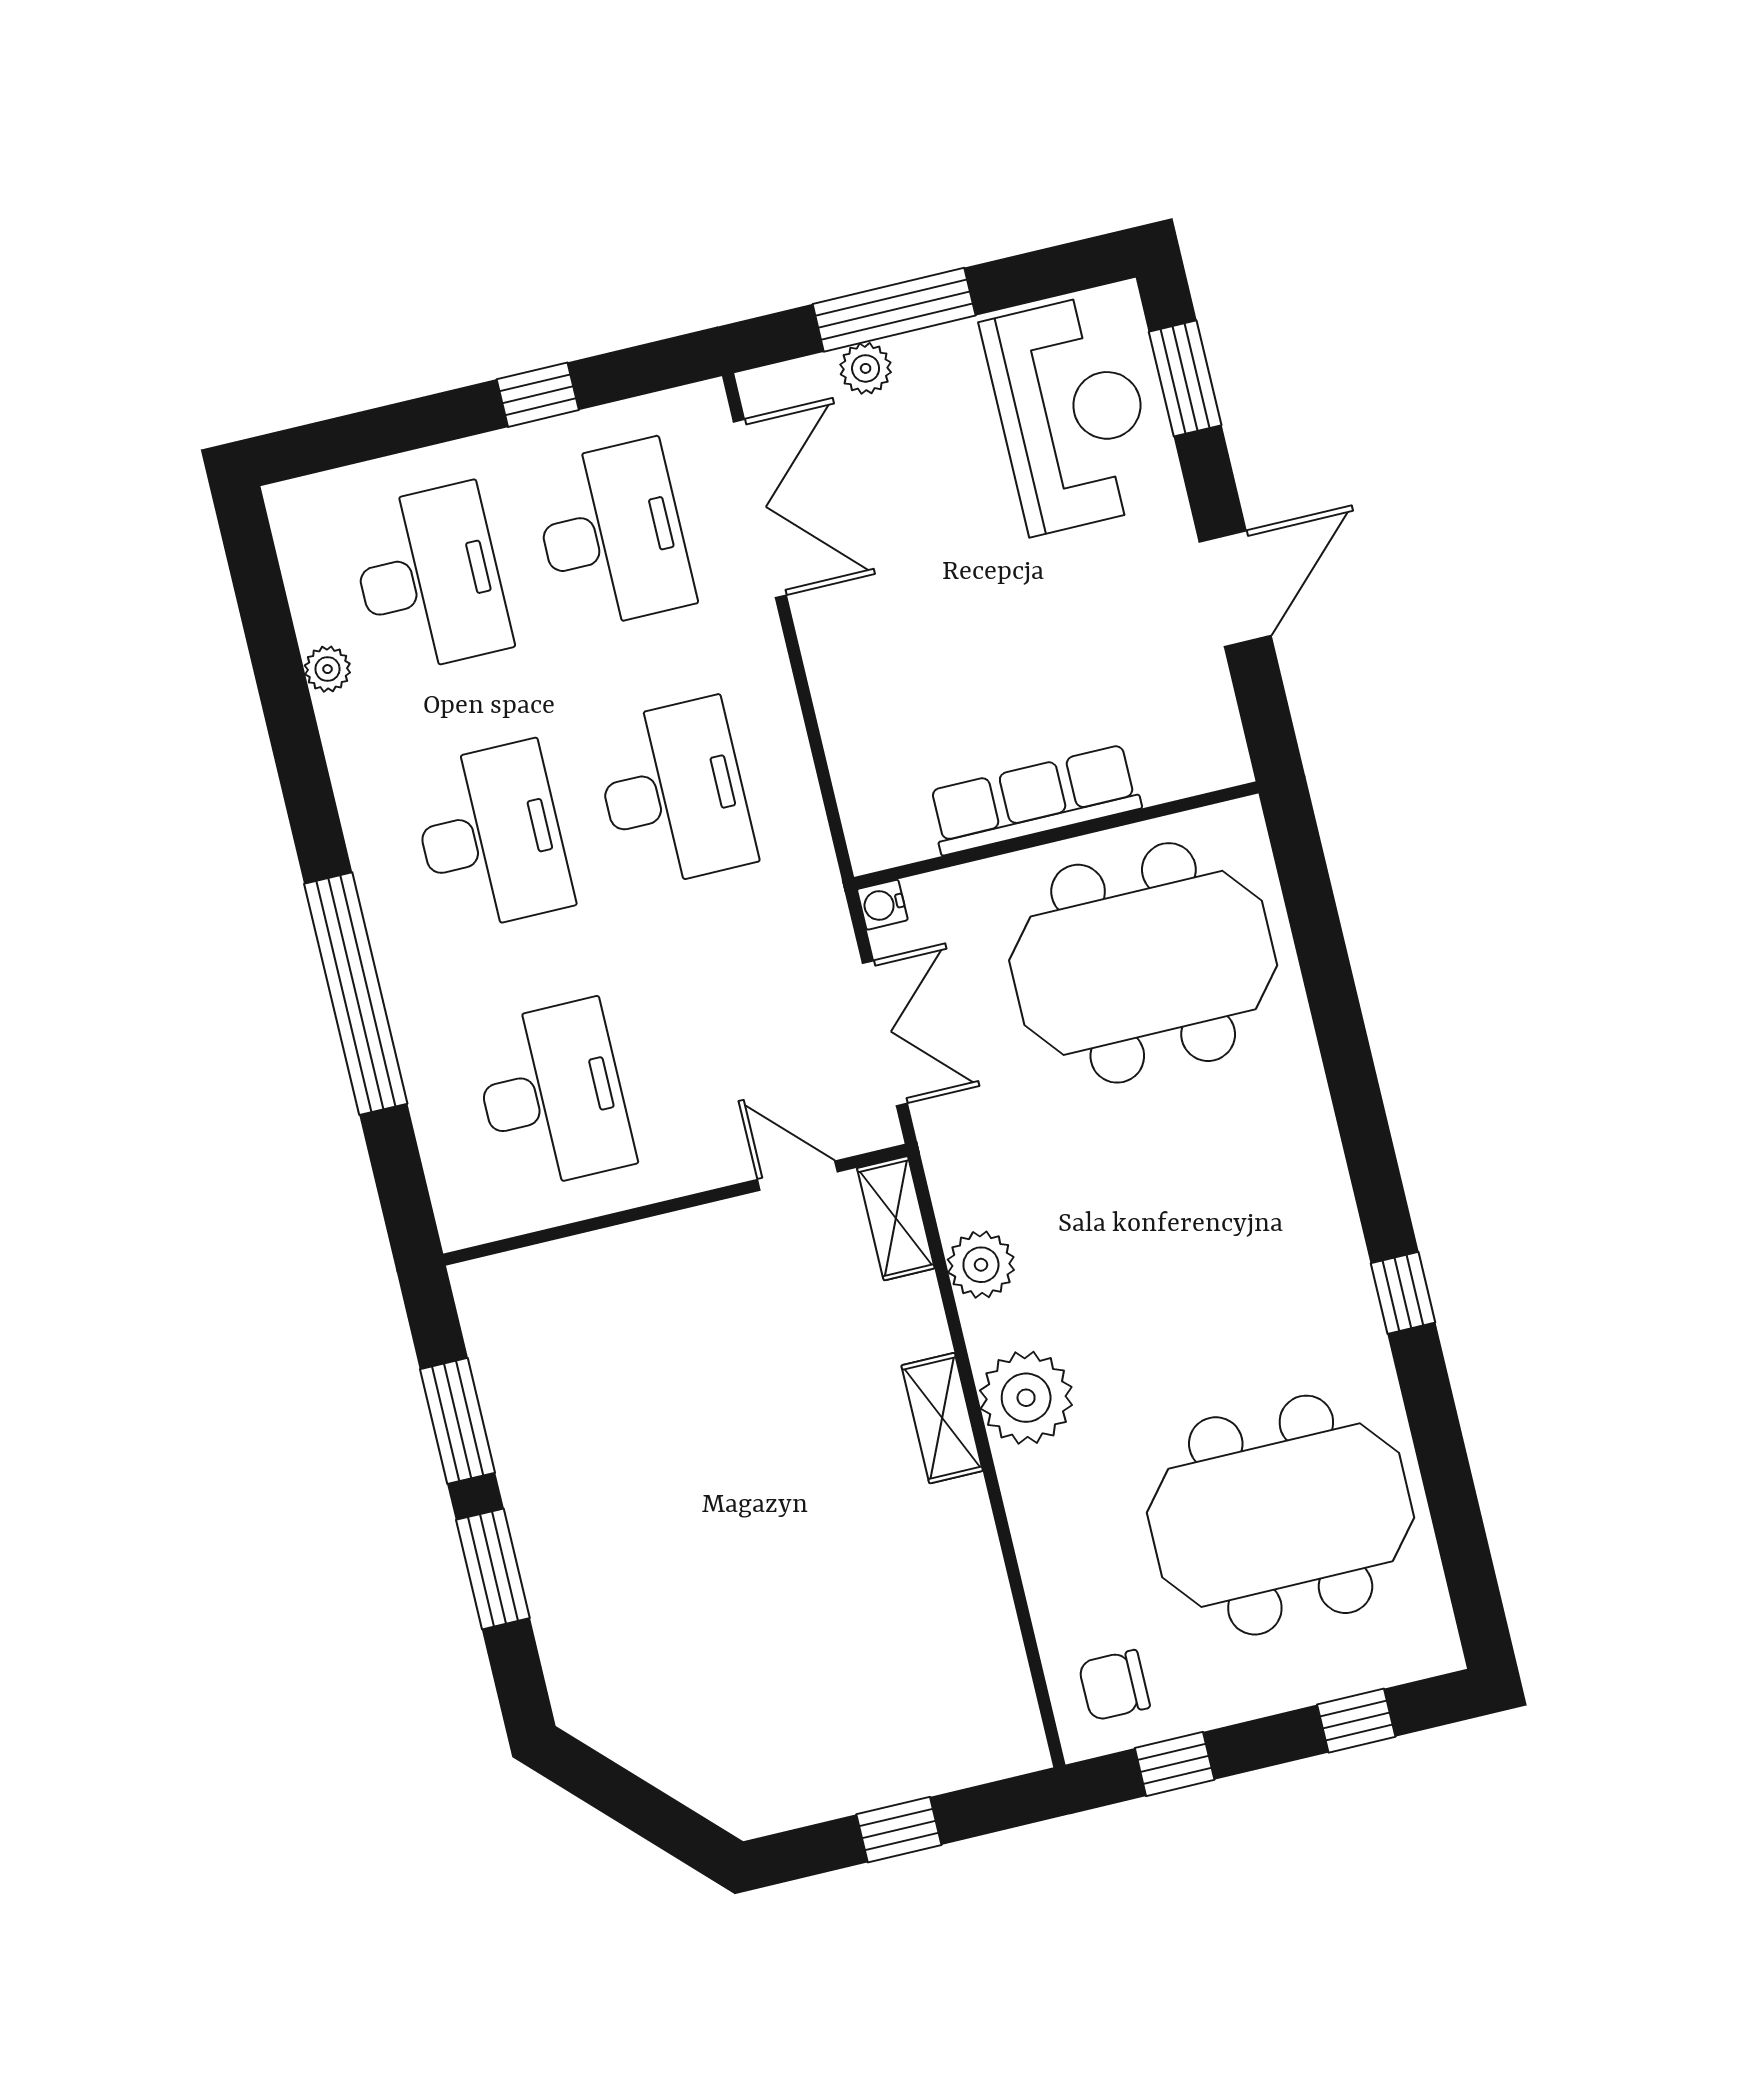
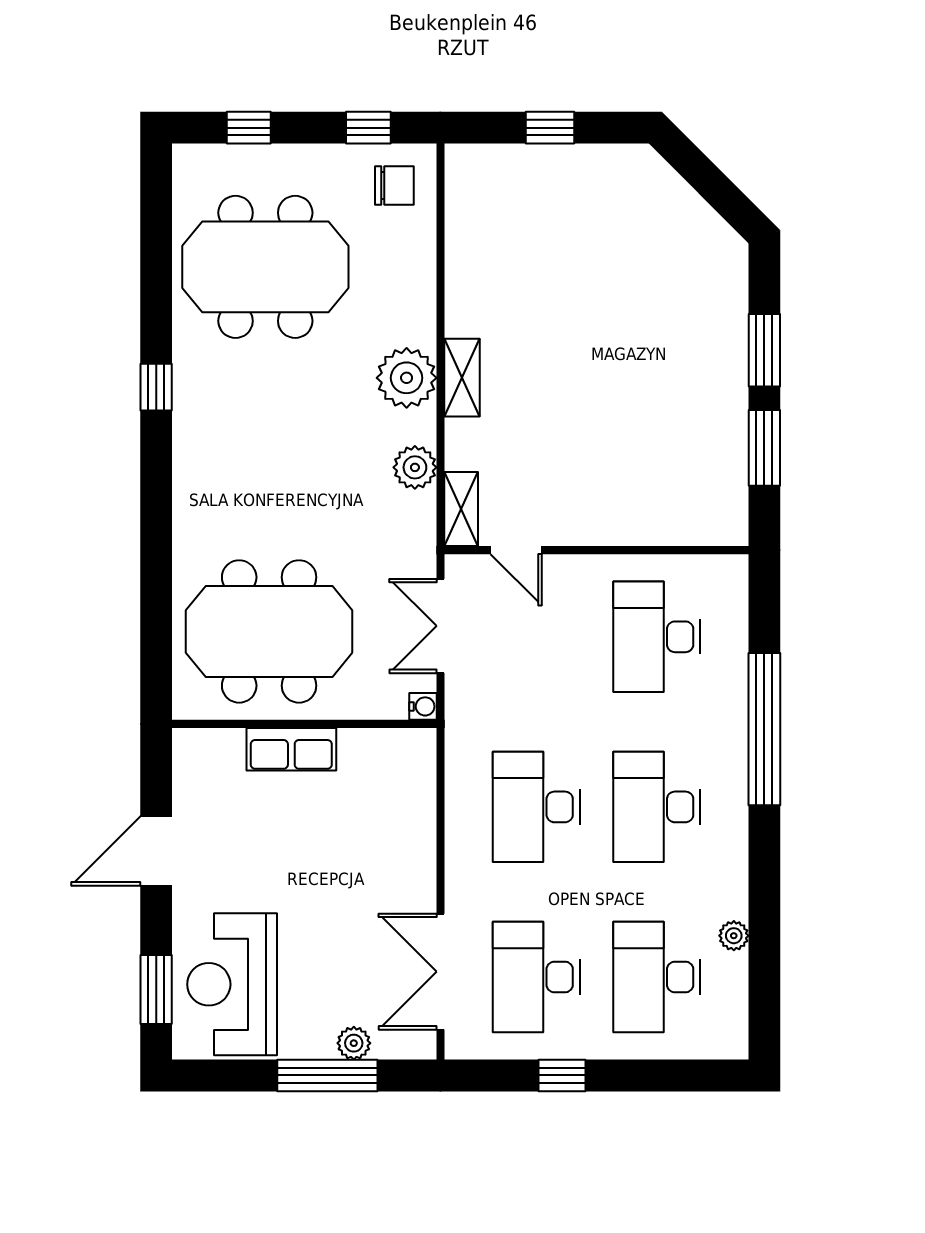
row of seats: (1034, 800) -> (291, 749), width x0.68

